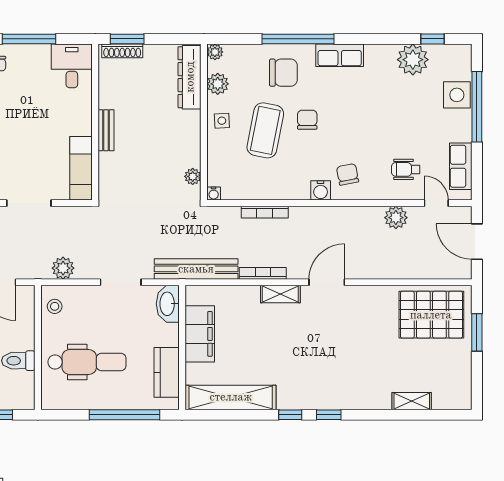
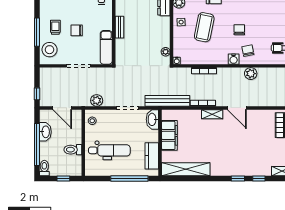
chair: (307, 120) -> (239, 30), moved
chair: (25, 136) -> (77, 30), added
plant: (396, 218) -> (251, 74), moved
door: (327, 282) -> (237, 108), swing flipped
window: (290, 415) -> (259, 178), moved

